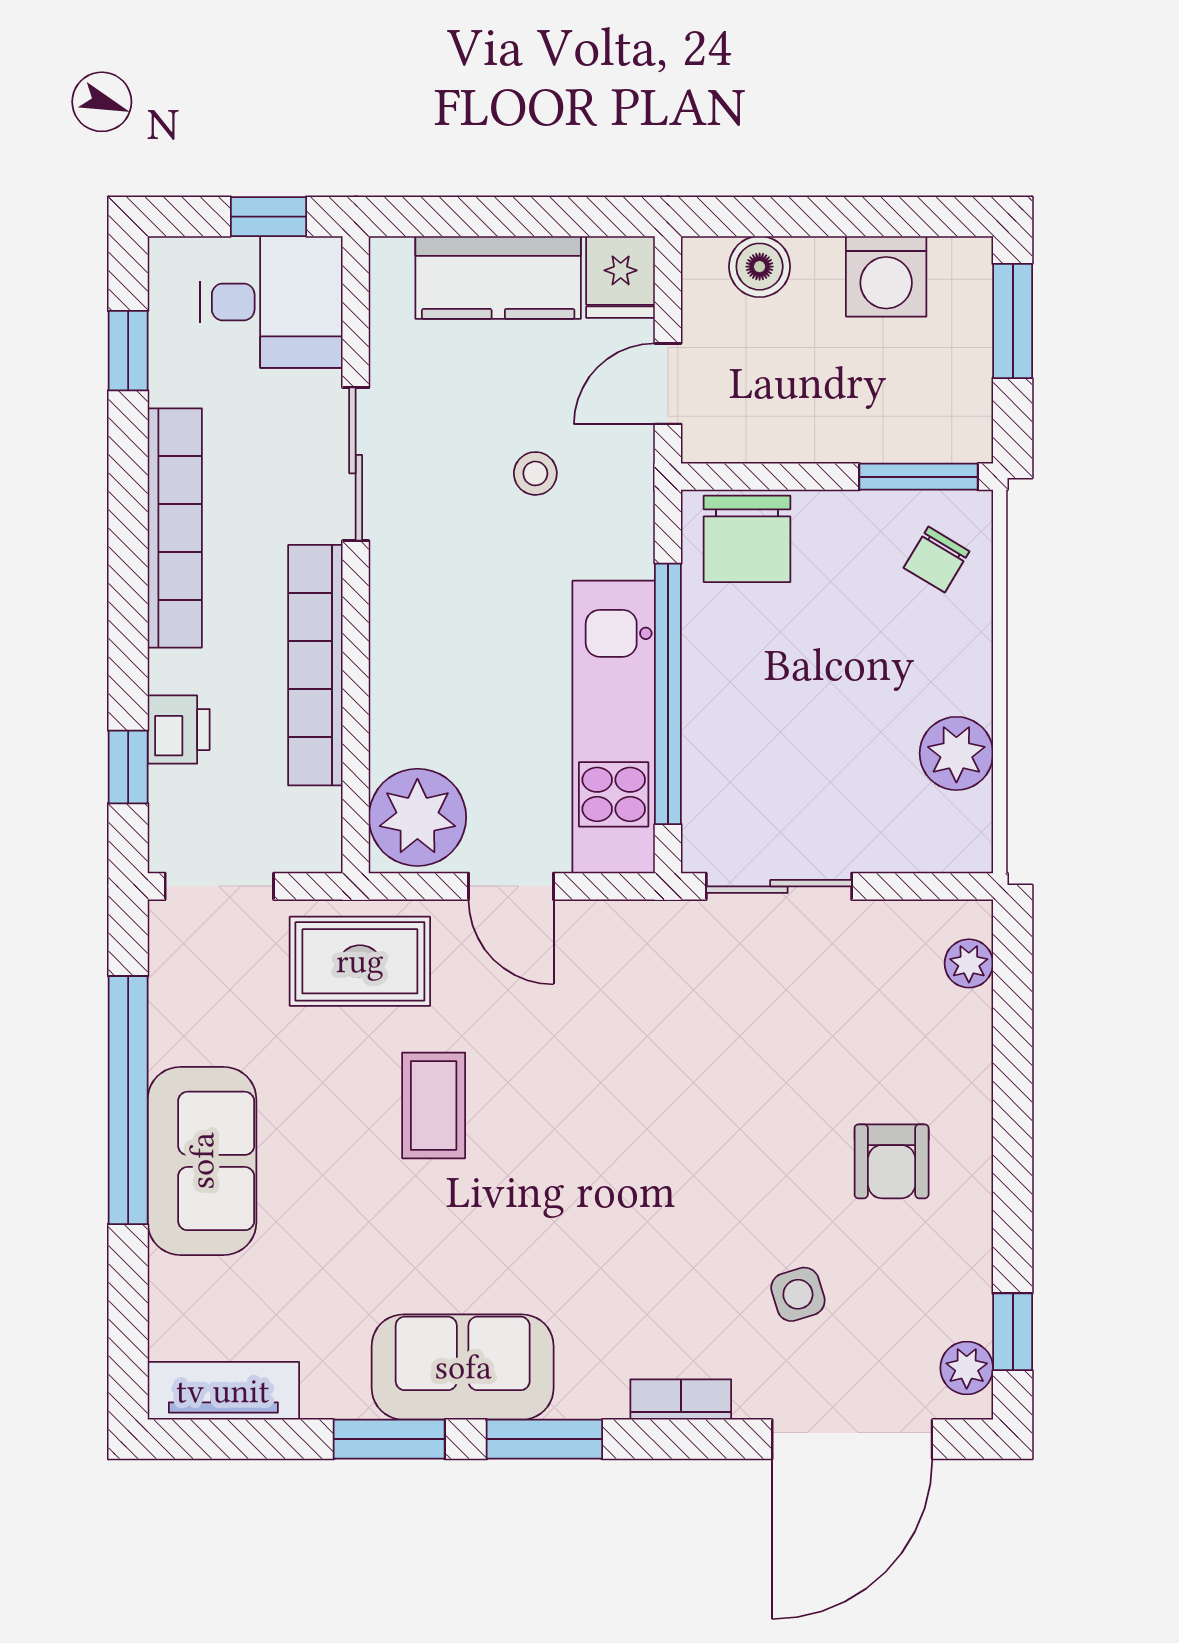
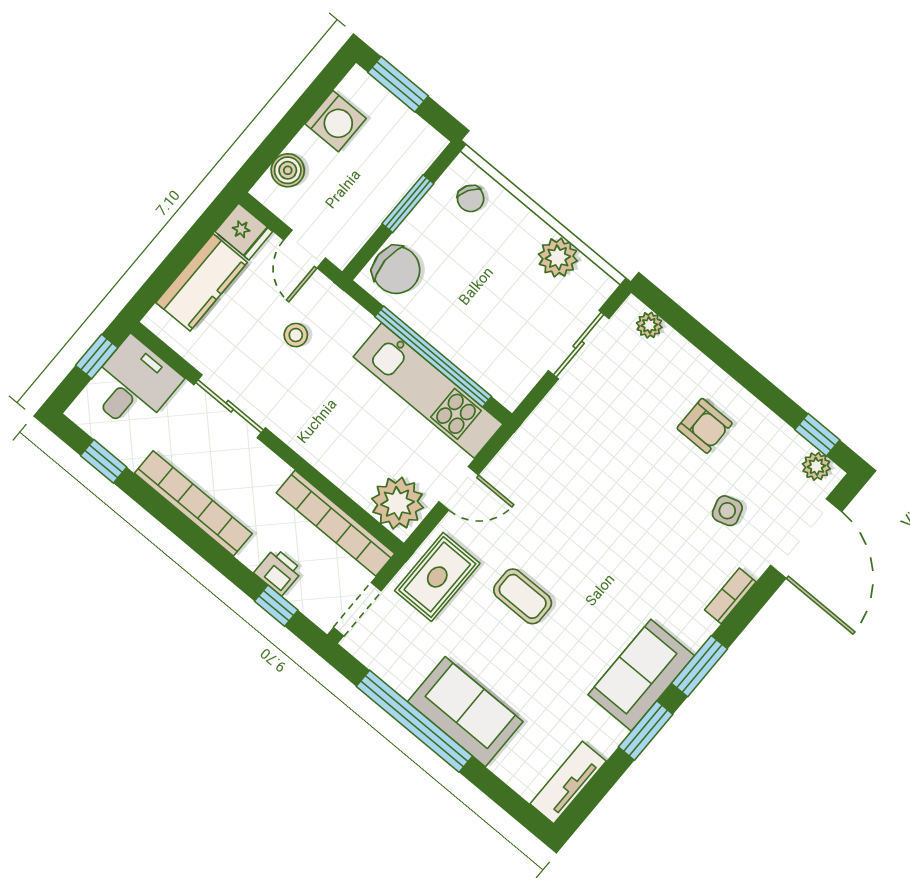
window: (919, 477) -> (408, 204), moved
bookcase: (315, 665) -> (335, 523), moved
sliding door: (779, 886) -> (579, 345), moved

